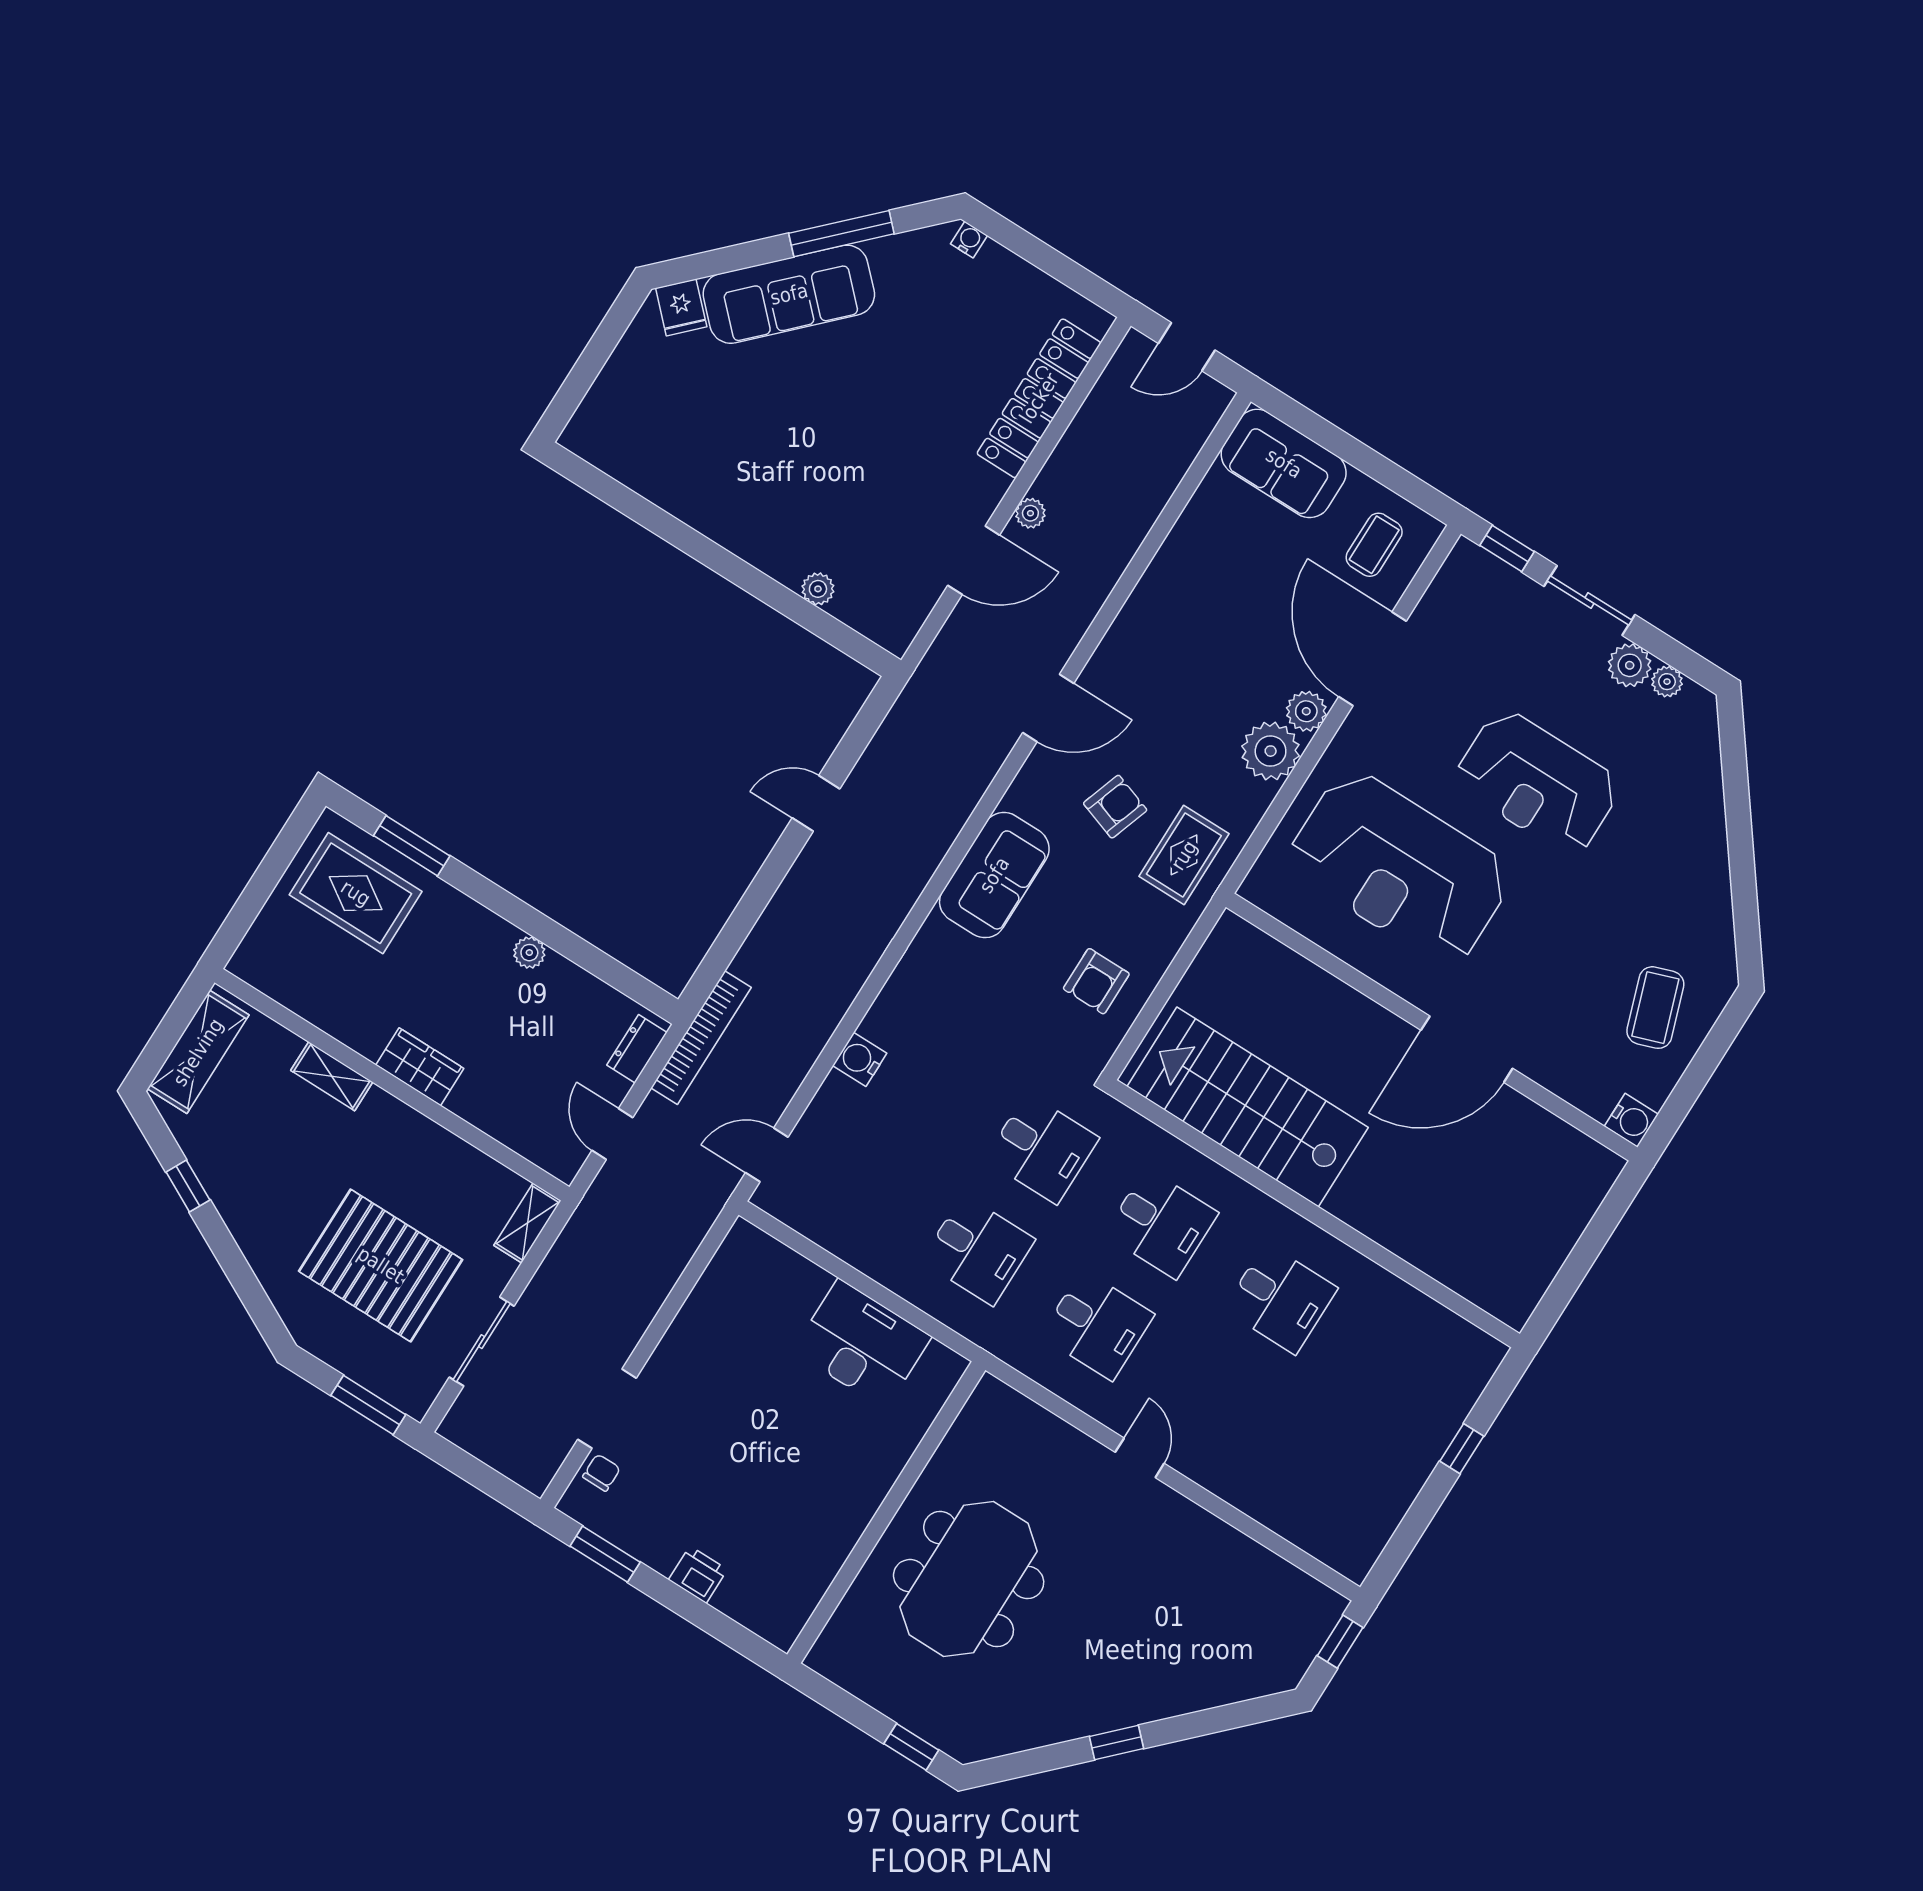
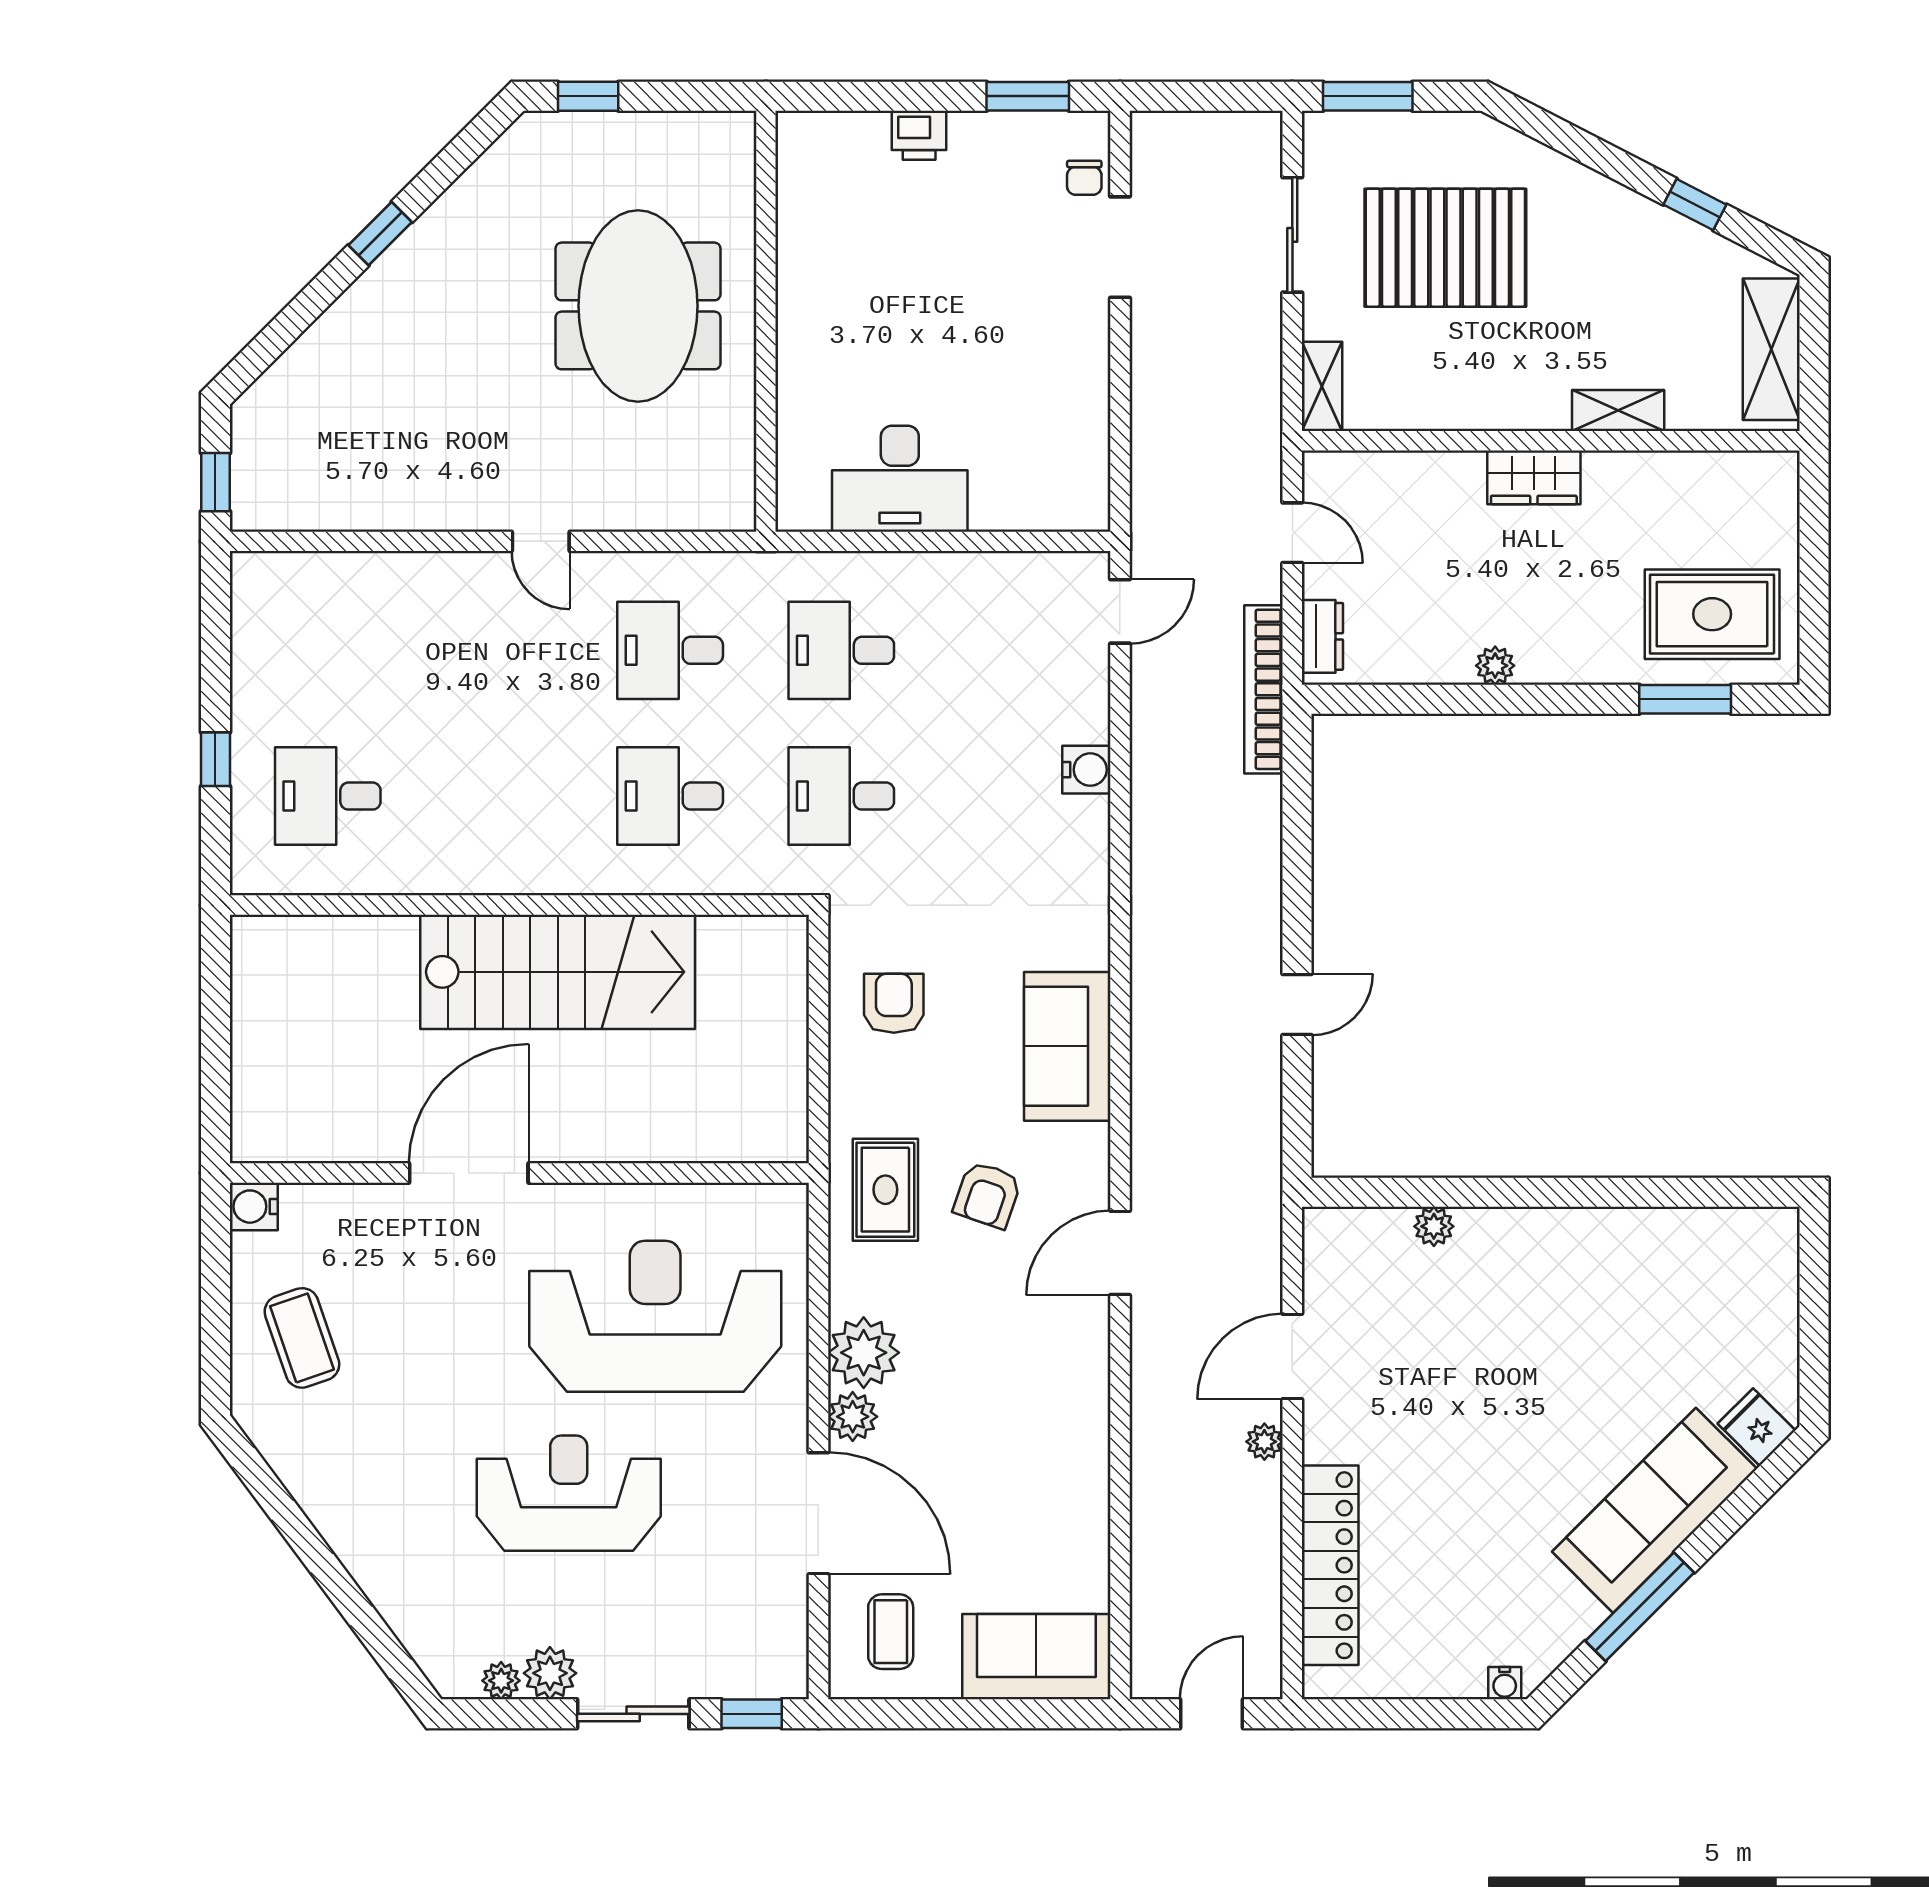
stairs: (1248, 1107) -> (558, 972), moved
desk: (1280, 1299) -> (328, 796), moved

